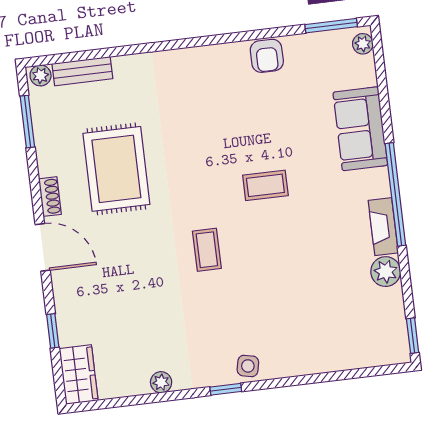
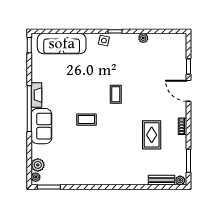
armchair: (267, 56) -> (79, 177), removed
sofa: (360, 129) -> (41, 126), moved
rug: (116, 169) -> (152, 135), width x0.73, depth x0.70
door: (43, 247) -> (188, 91), moved
plant: (386, 272) -> (38, 165), moved
sofa: (341, 348) -> (62, 44), added
wardrobe: (79, 375) -> (179, 46), removed

